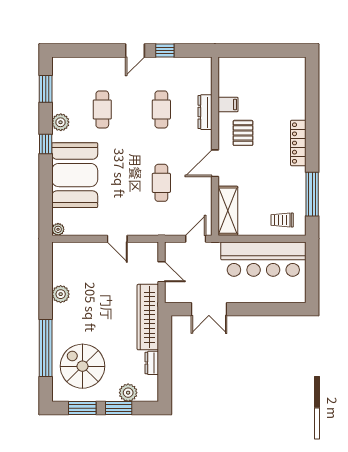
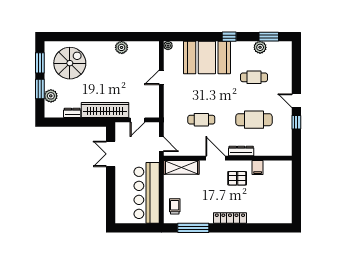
cafe table: (161, 109) -> (254, 120), width x1.37, depth x1.35
dresser: (205, 112) -> (241, 151), moved
plant: (61, 122) -> (260, 47), moved
door: (117, 239) -> (161, 77), moved
window: (46, 348) -> (83, 37), removed

